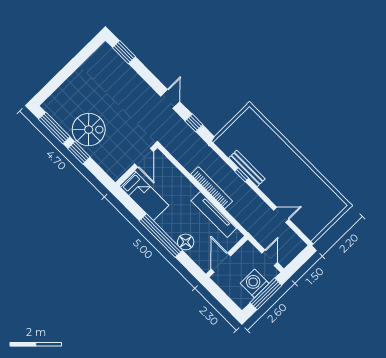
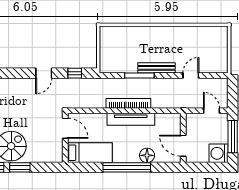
door: (170, 99) -> (44, 73), swing flipped
bench: (247, 168) -> (157, 68), moved
window: (242, 175) -> (139, 75), width x2.17
tv unit: (214, 215) -> (131, 119), moved
washing machine: (255, 283) -> (219, 153), moved

